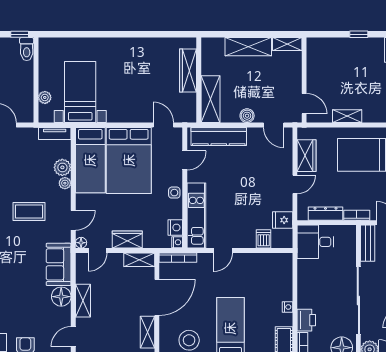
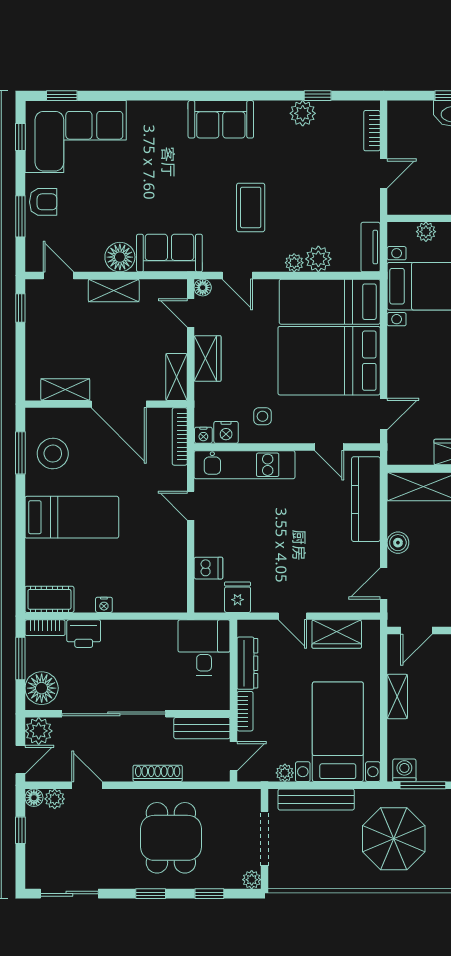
side table: (174, 193) -> (262, 416), moved

